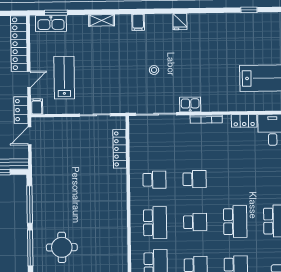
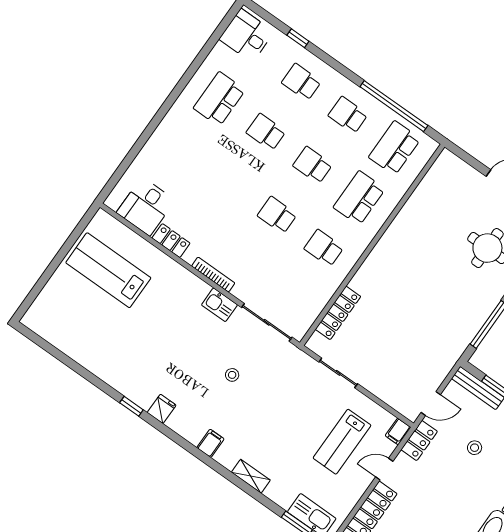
window: (249, 10) -> (131, 406), moved
school desk: (235, 222) -> (266, 132), width x0.54

